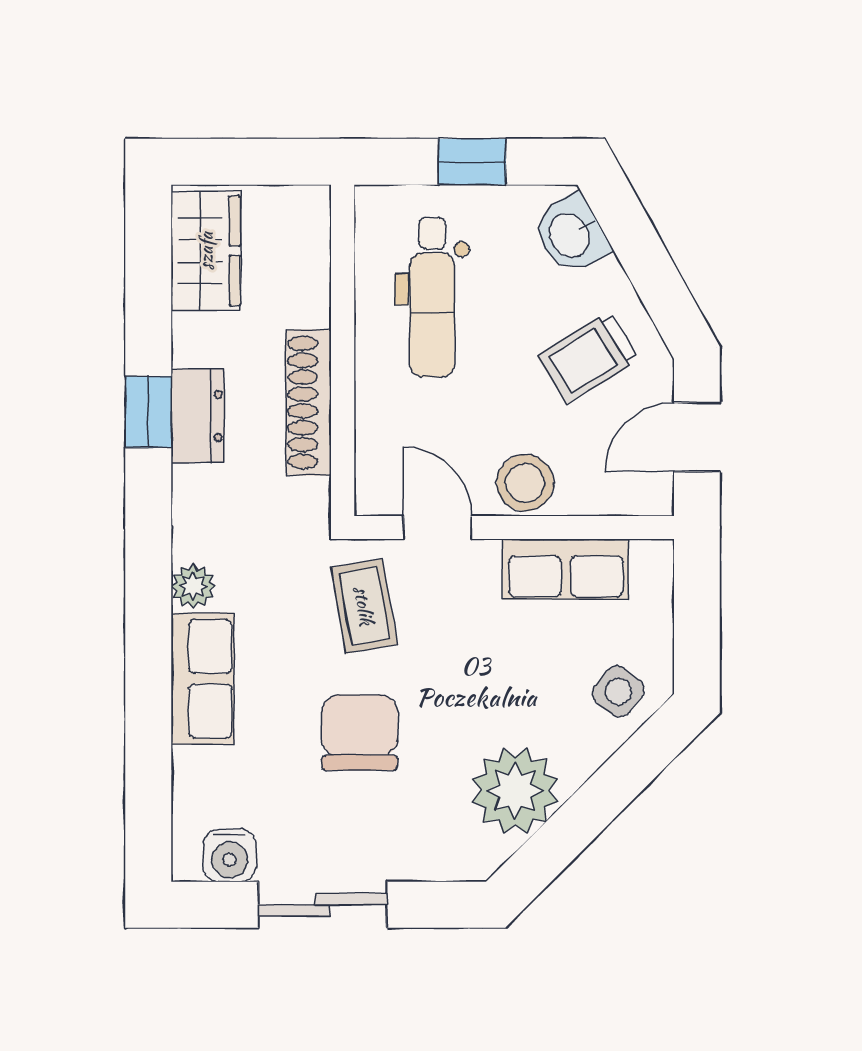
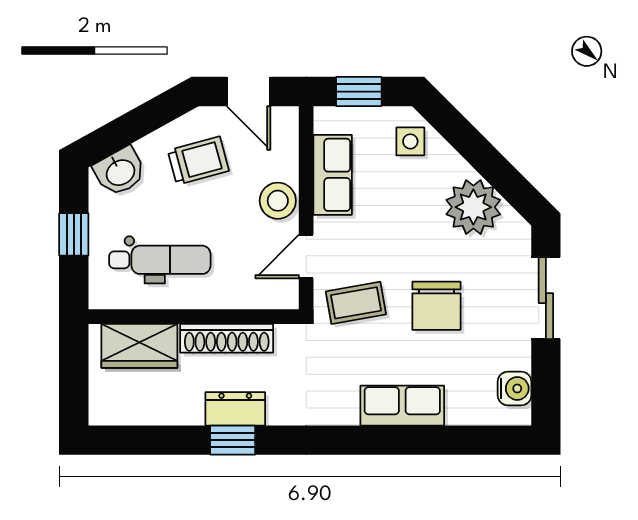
wardrobe: (206, 251) -> (139, 346), moved, turned 180
trolley: (588, 358) -> (198, 161), turned -73
plant: (193, 586) -> (343, 412), removed
window: (697, 610) -> (359, 92), added
side table: (618, 691) -> (410, 141), turned -38
chair: (360, 732) -> (436, 306), turned -90
sliding door: (323, 905) -> (546, 298), moved

